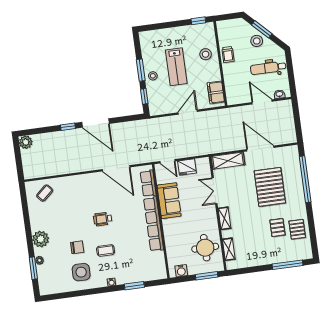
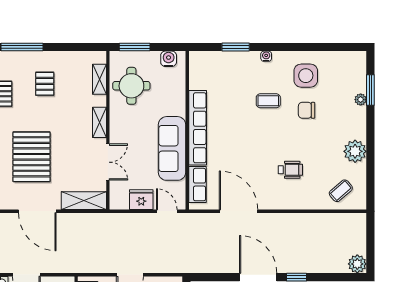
sofa: (169, 201) -> (172, 148), width x1.36
wheelchair: (103, 219) -> (290, 170), moved
pallet: (277, 228) -> (45, 84), moved
plant: (41, 239) -> (355, 151), moved

